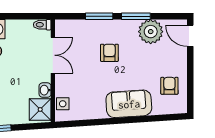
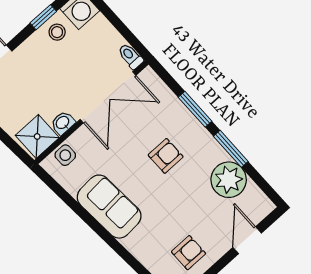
door: (190, 36) -> (247, 240), moved
double door: (53, 55) -> (108, 97), width x1.37
sofa: (129, 104) -> (109, 207), moved

